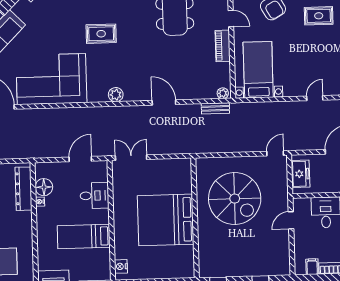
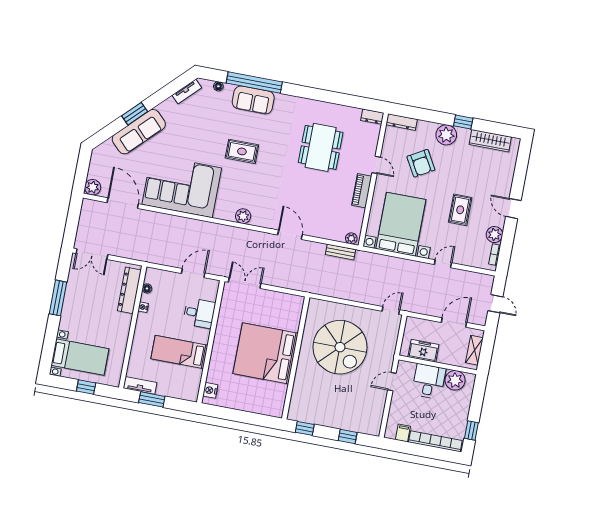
rug: (319, 16) -> (460, 210), moved, turned 90
bed with nightstands: (258, 70) -> (401, 224), width x1.36
freezer: (301, 174) -> (423, 351), moved, turned -90
floor lamp: (44, 187) -> (147, 288), width x0.53, depth x0.53

